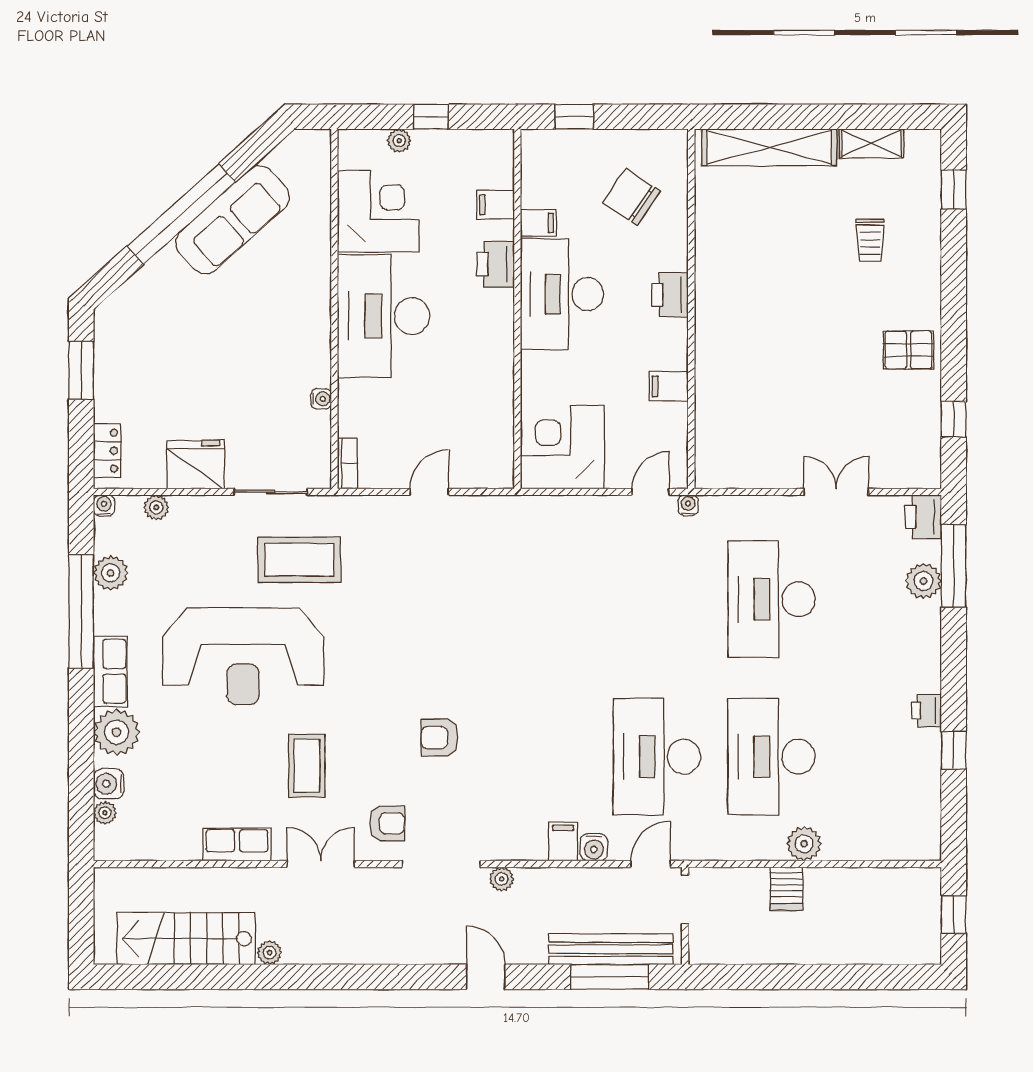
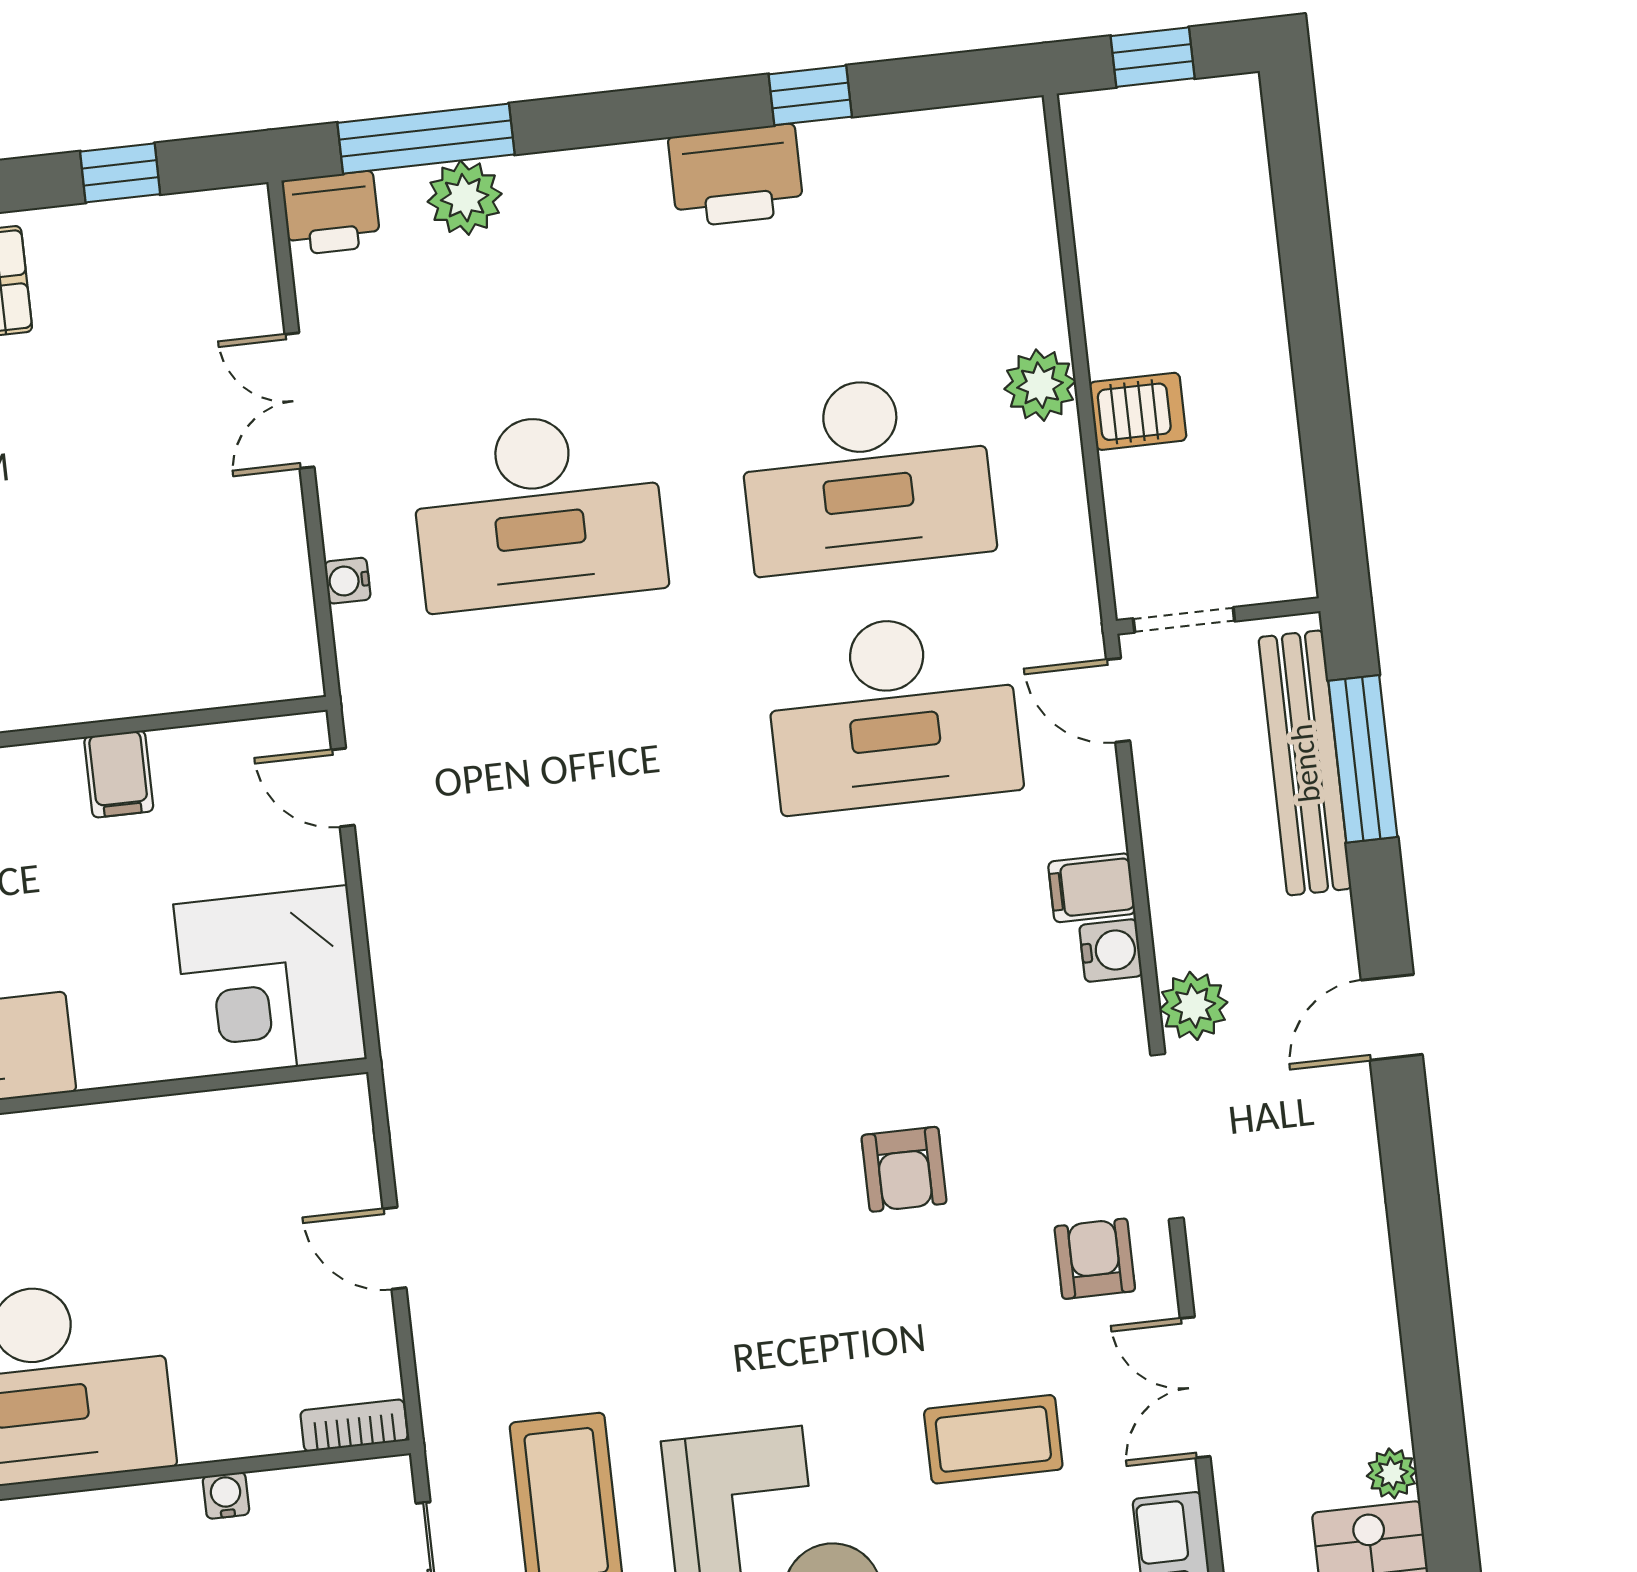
water cooler: (688, 505) -> (347, 581), moved
printer: (927, 711) -> (736, 176), width x1.87, depth x1.48
water cooler: (594, 847) -> (1111, 951), moved
plant: (502, 879) -> (1193, 1006), width x1.38, depth x1.38

